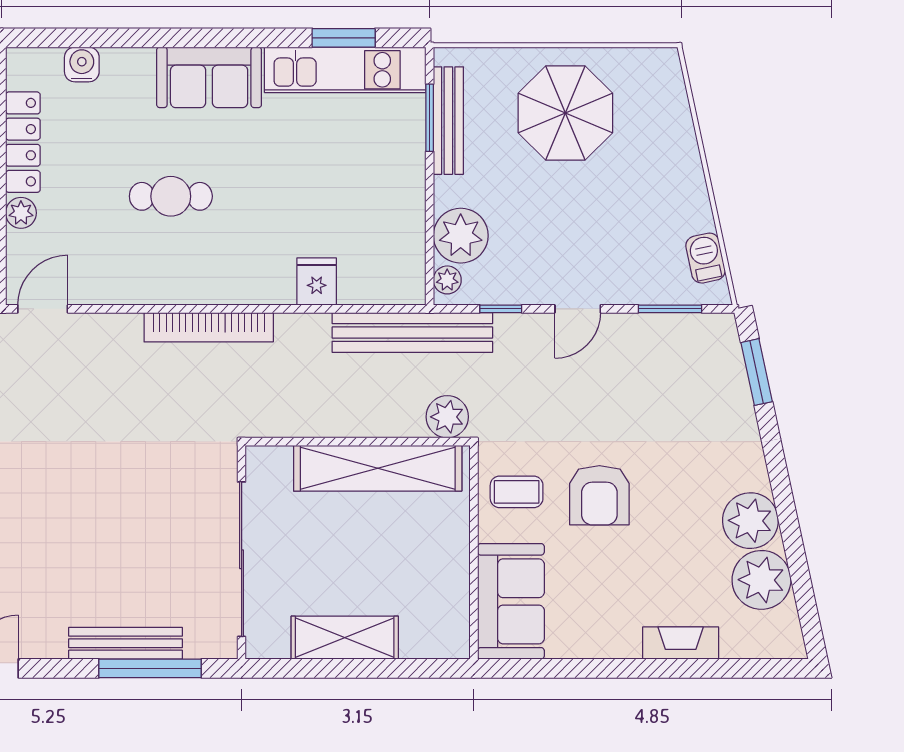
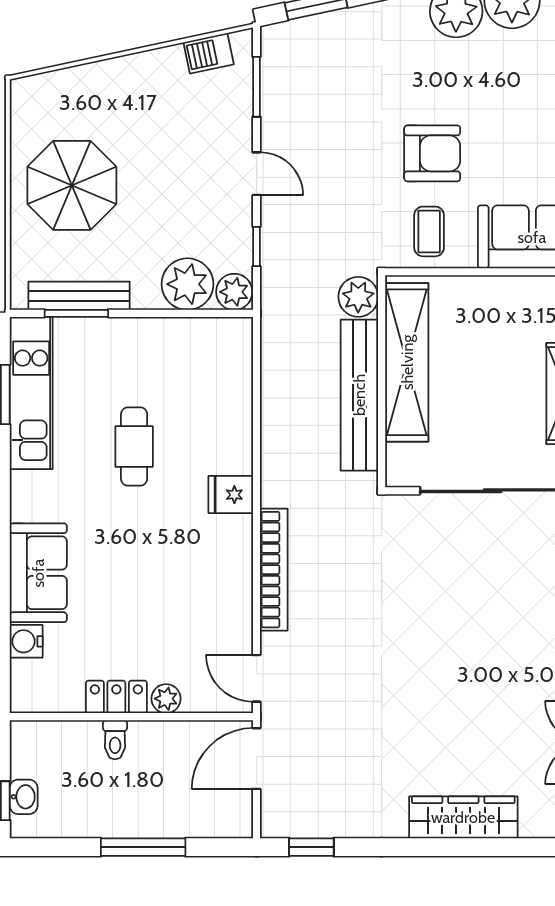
sofa: (209, 77) -> (38, 573), moved
locker: (23, 142) -> (116, 697), width x0.66
cafe table: (171, 196) -> (134, 447), moved
plant: (447, 280) -> (234, 292), width x1.38, depth x1.38
fridge: (317, 282) -> (231, 495), moved
bookcase: (209, 327) -> (274, 570), moved
bench: (412, 332) -> (359, 395), moved

